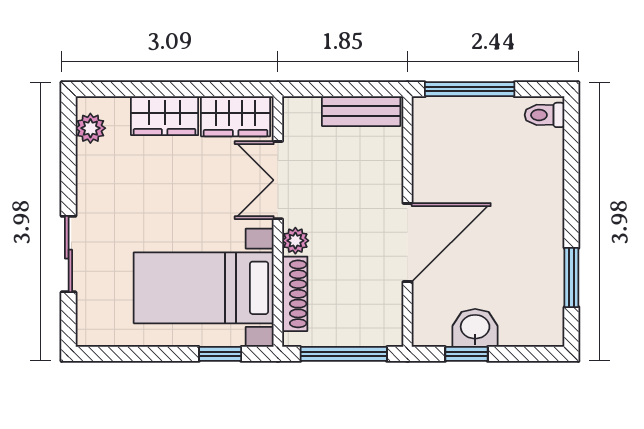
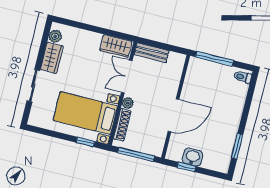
bench: (361, 111) -> (151, 53), moved
wardrobe: (165, 116) -> (52, 58), moved, turned -90

